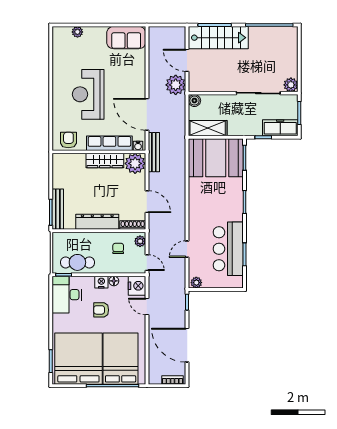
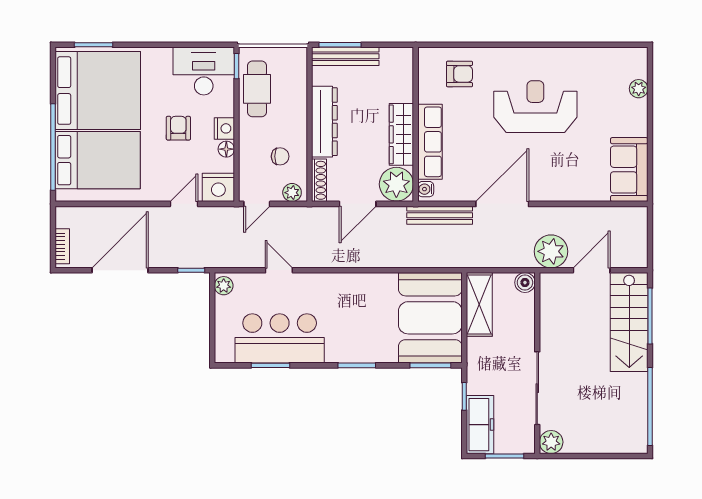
row of seats: (109, 143) -> (430, 142), moved
water cooler: (138, 146) -> (426, 189), moved
wall: (99, 152) -> (416, 124), moved
wardrobe: (105, 161) -> (401, 134), moved
plant: (135, 163) -> (396, 184), moved

